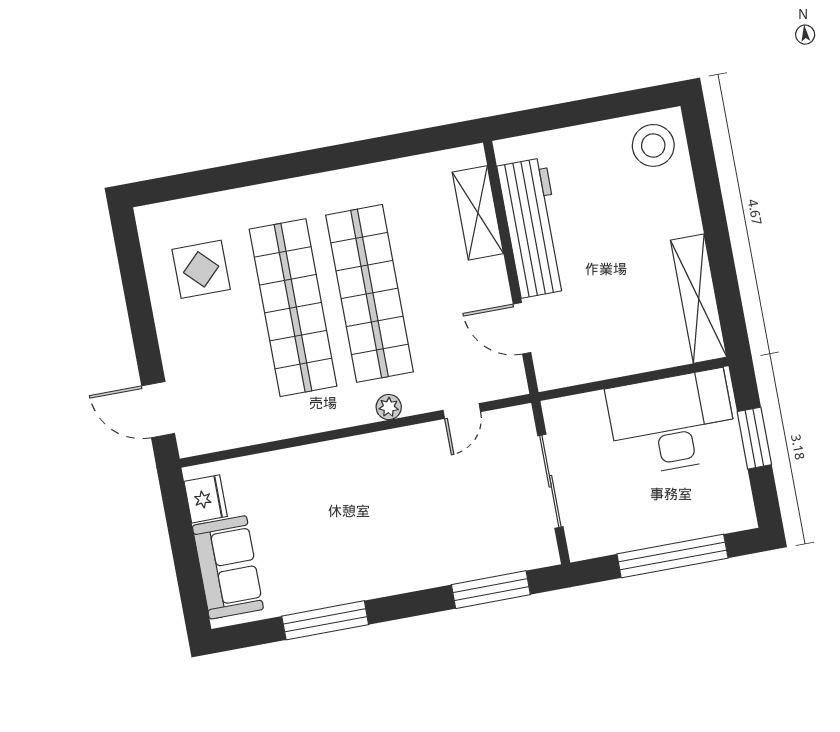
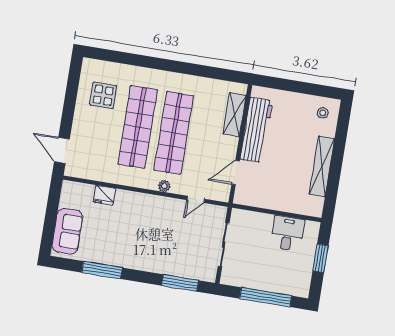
stool: (653, 145) -> (323, 113), width x0.53, depth x0.53
shelving: (699, 299) -> (322, 166), moved
door: (522, 328) -> (236, 173), hinge flipped
desk: (672, 423) -> (287, 233), width x0.53, depth x0.77
fridge: (206, 499) -> (105, 195), moved, turned 90

